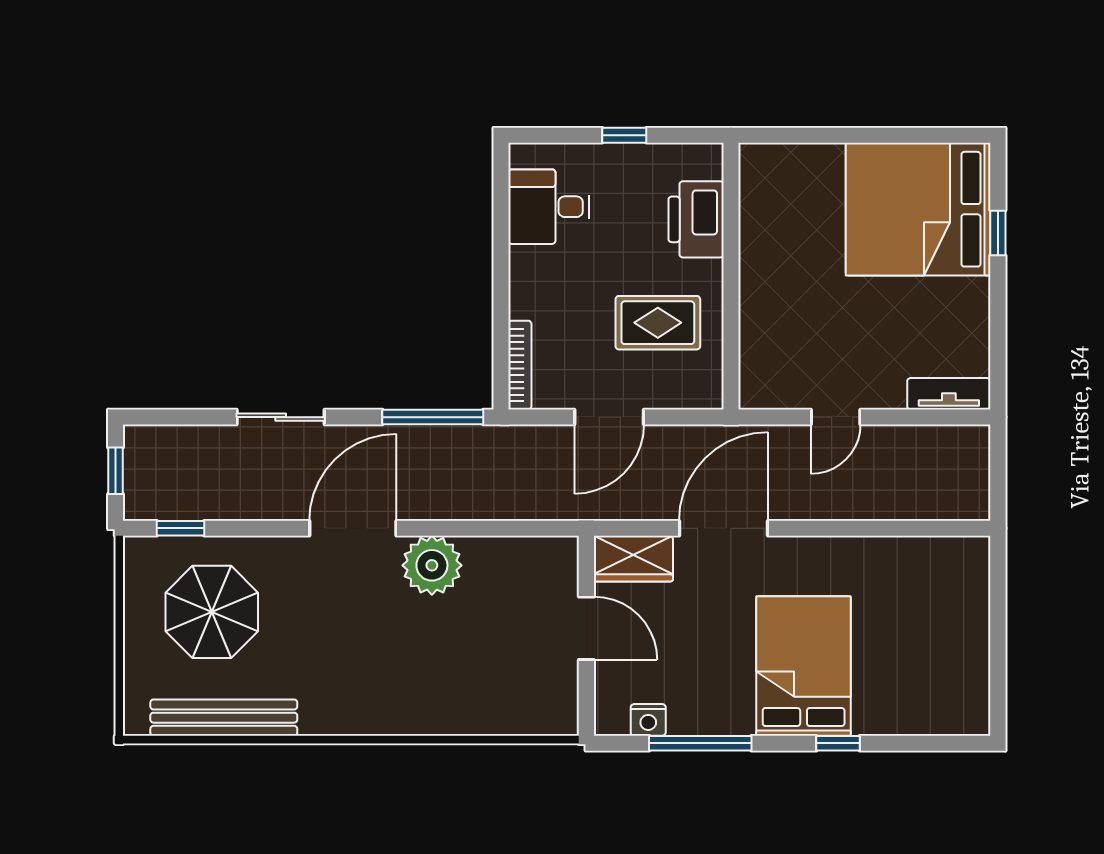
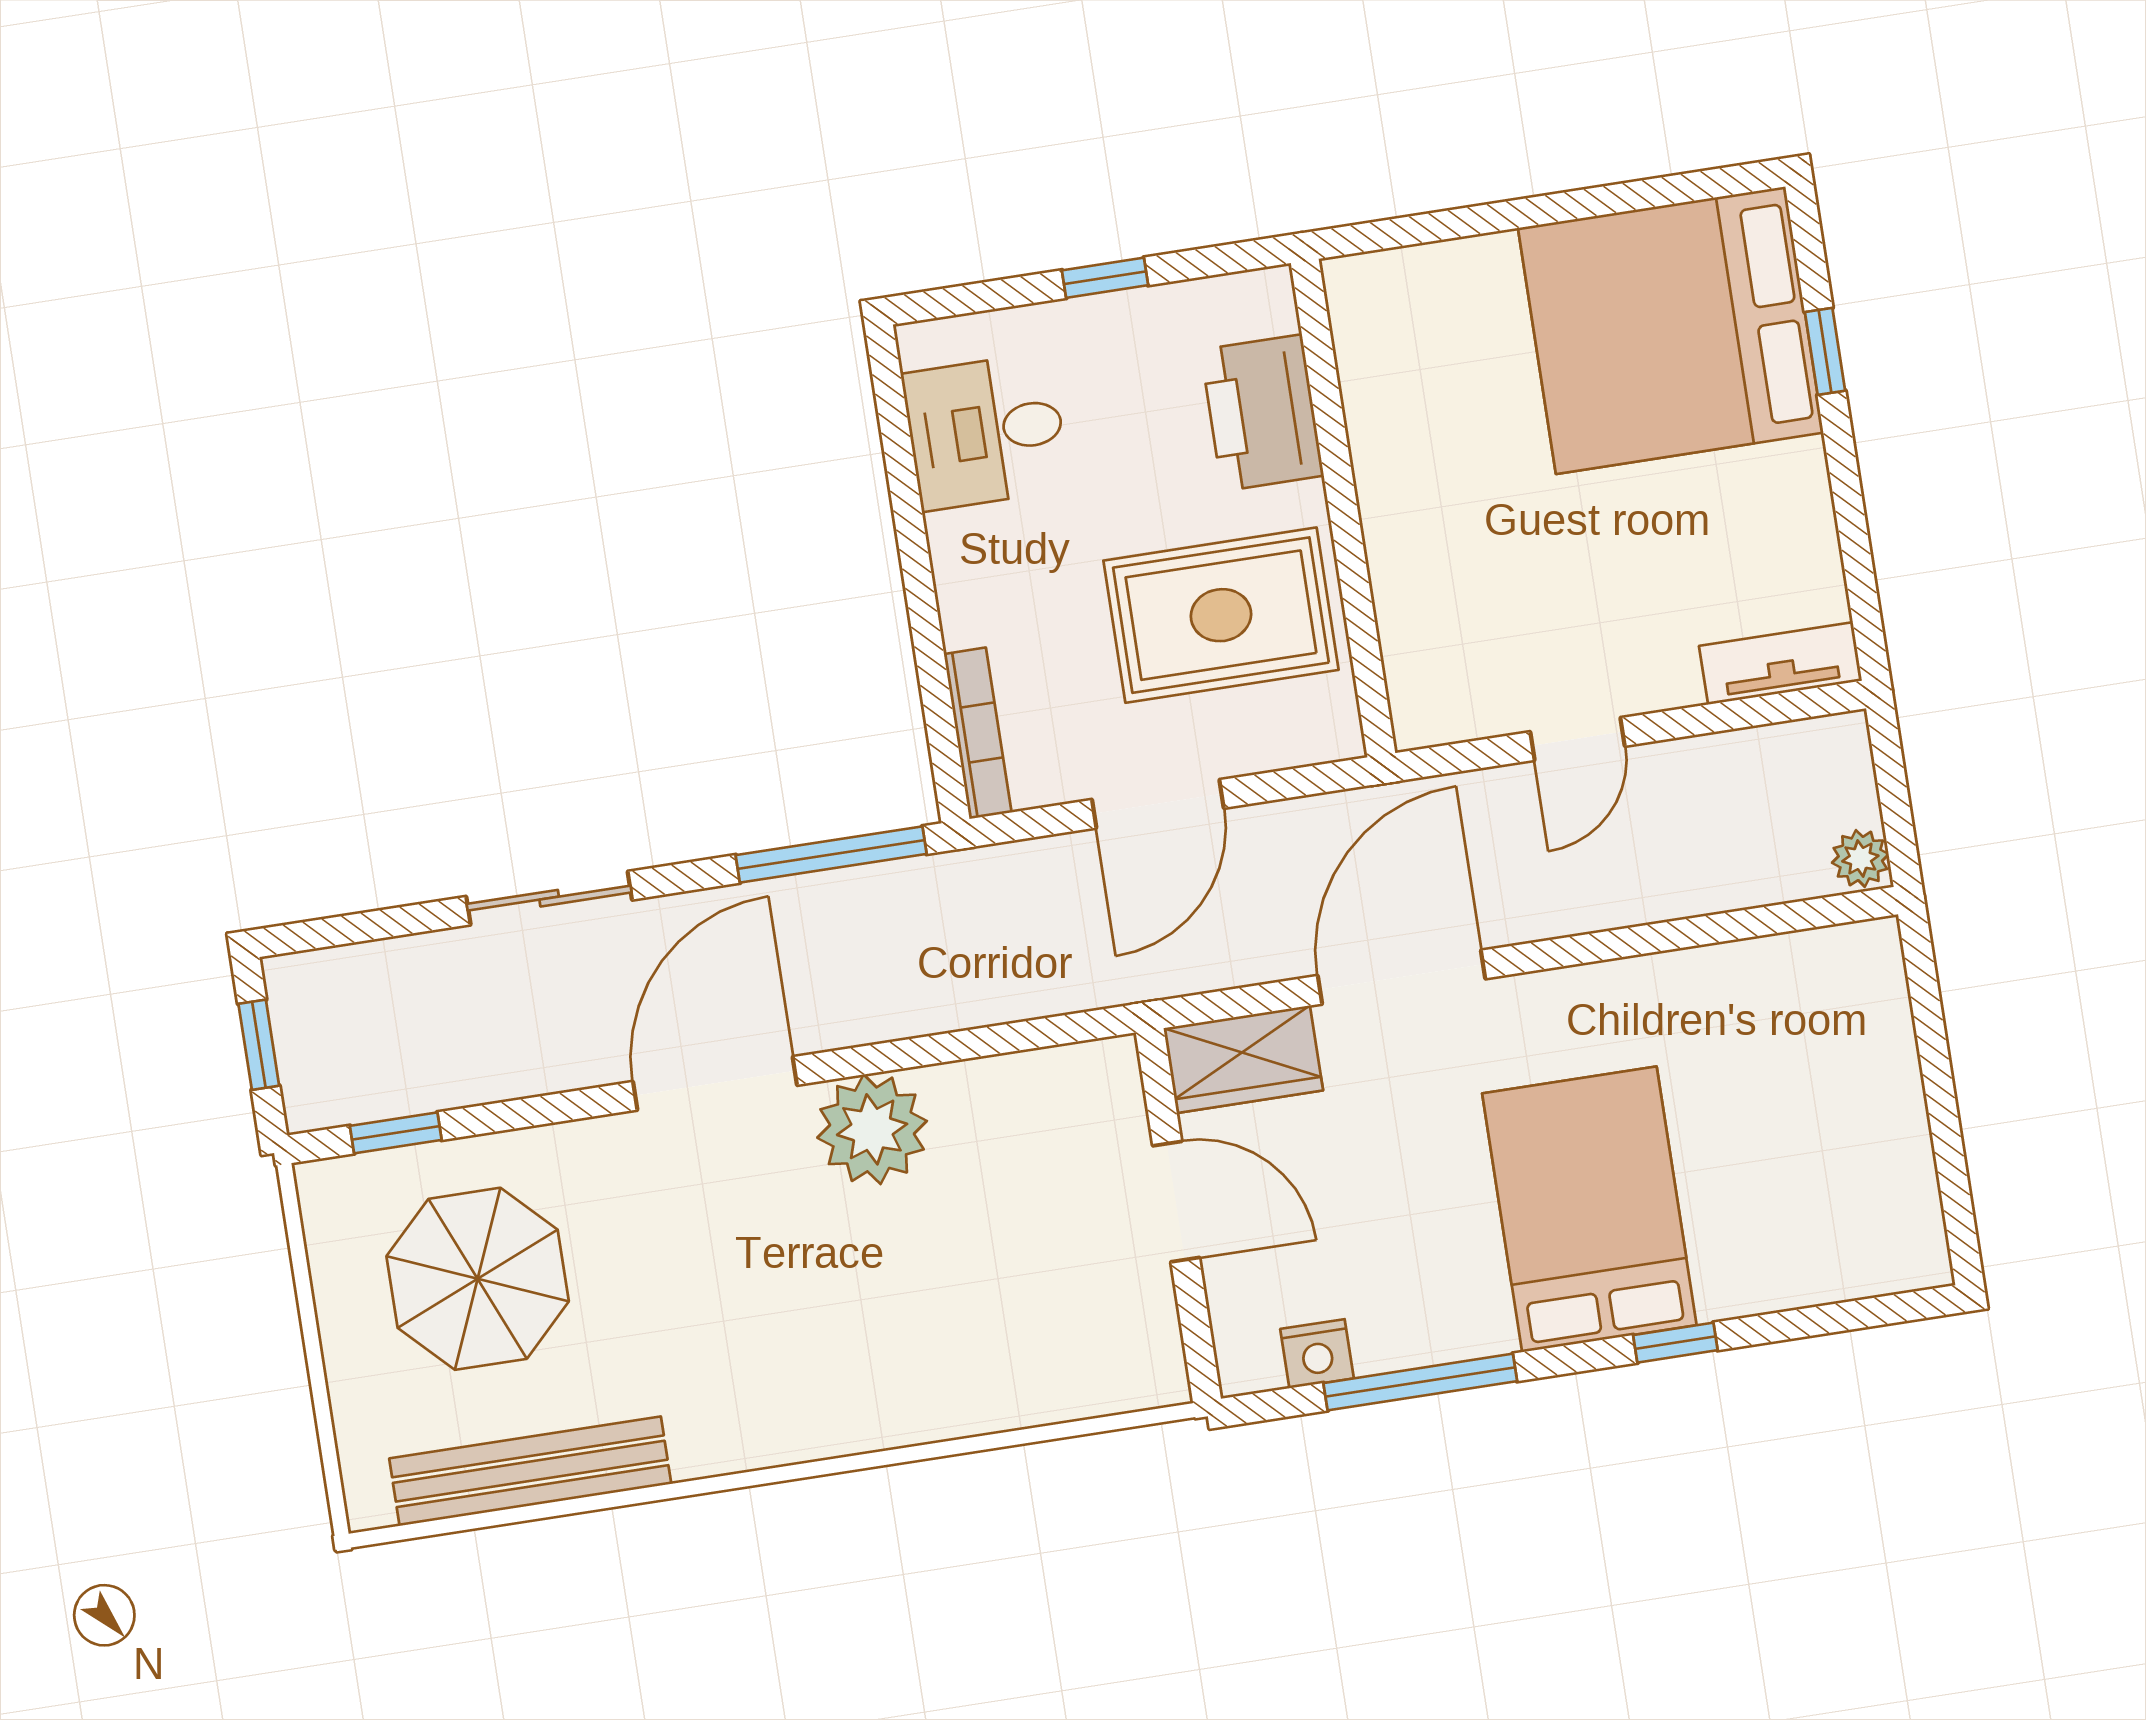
rug: (658, 323) -> (1221, 615), width x1.36, depth x1.43
plant: (975, 503) -> (1860, 858), added

